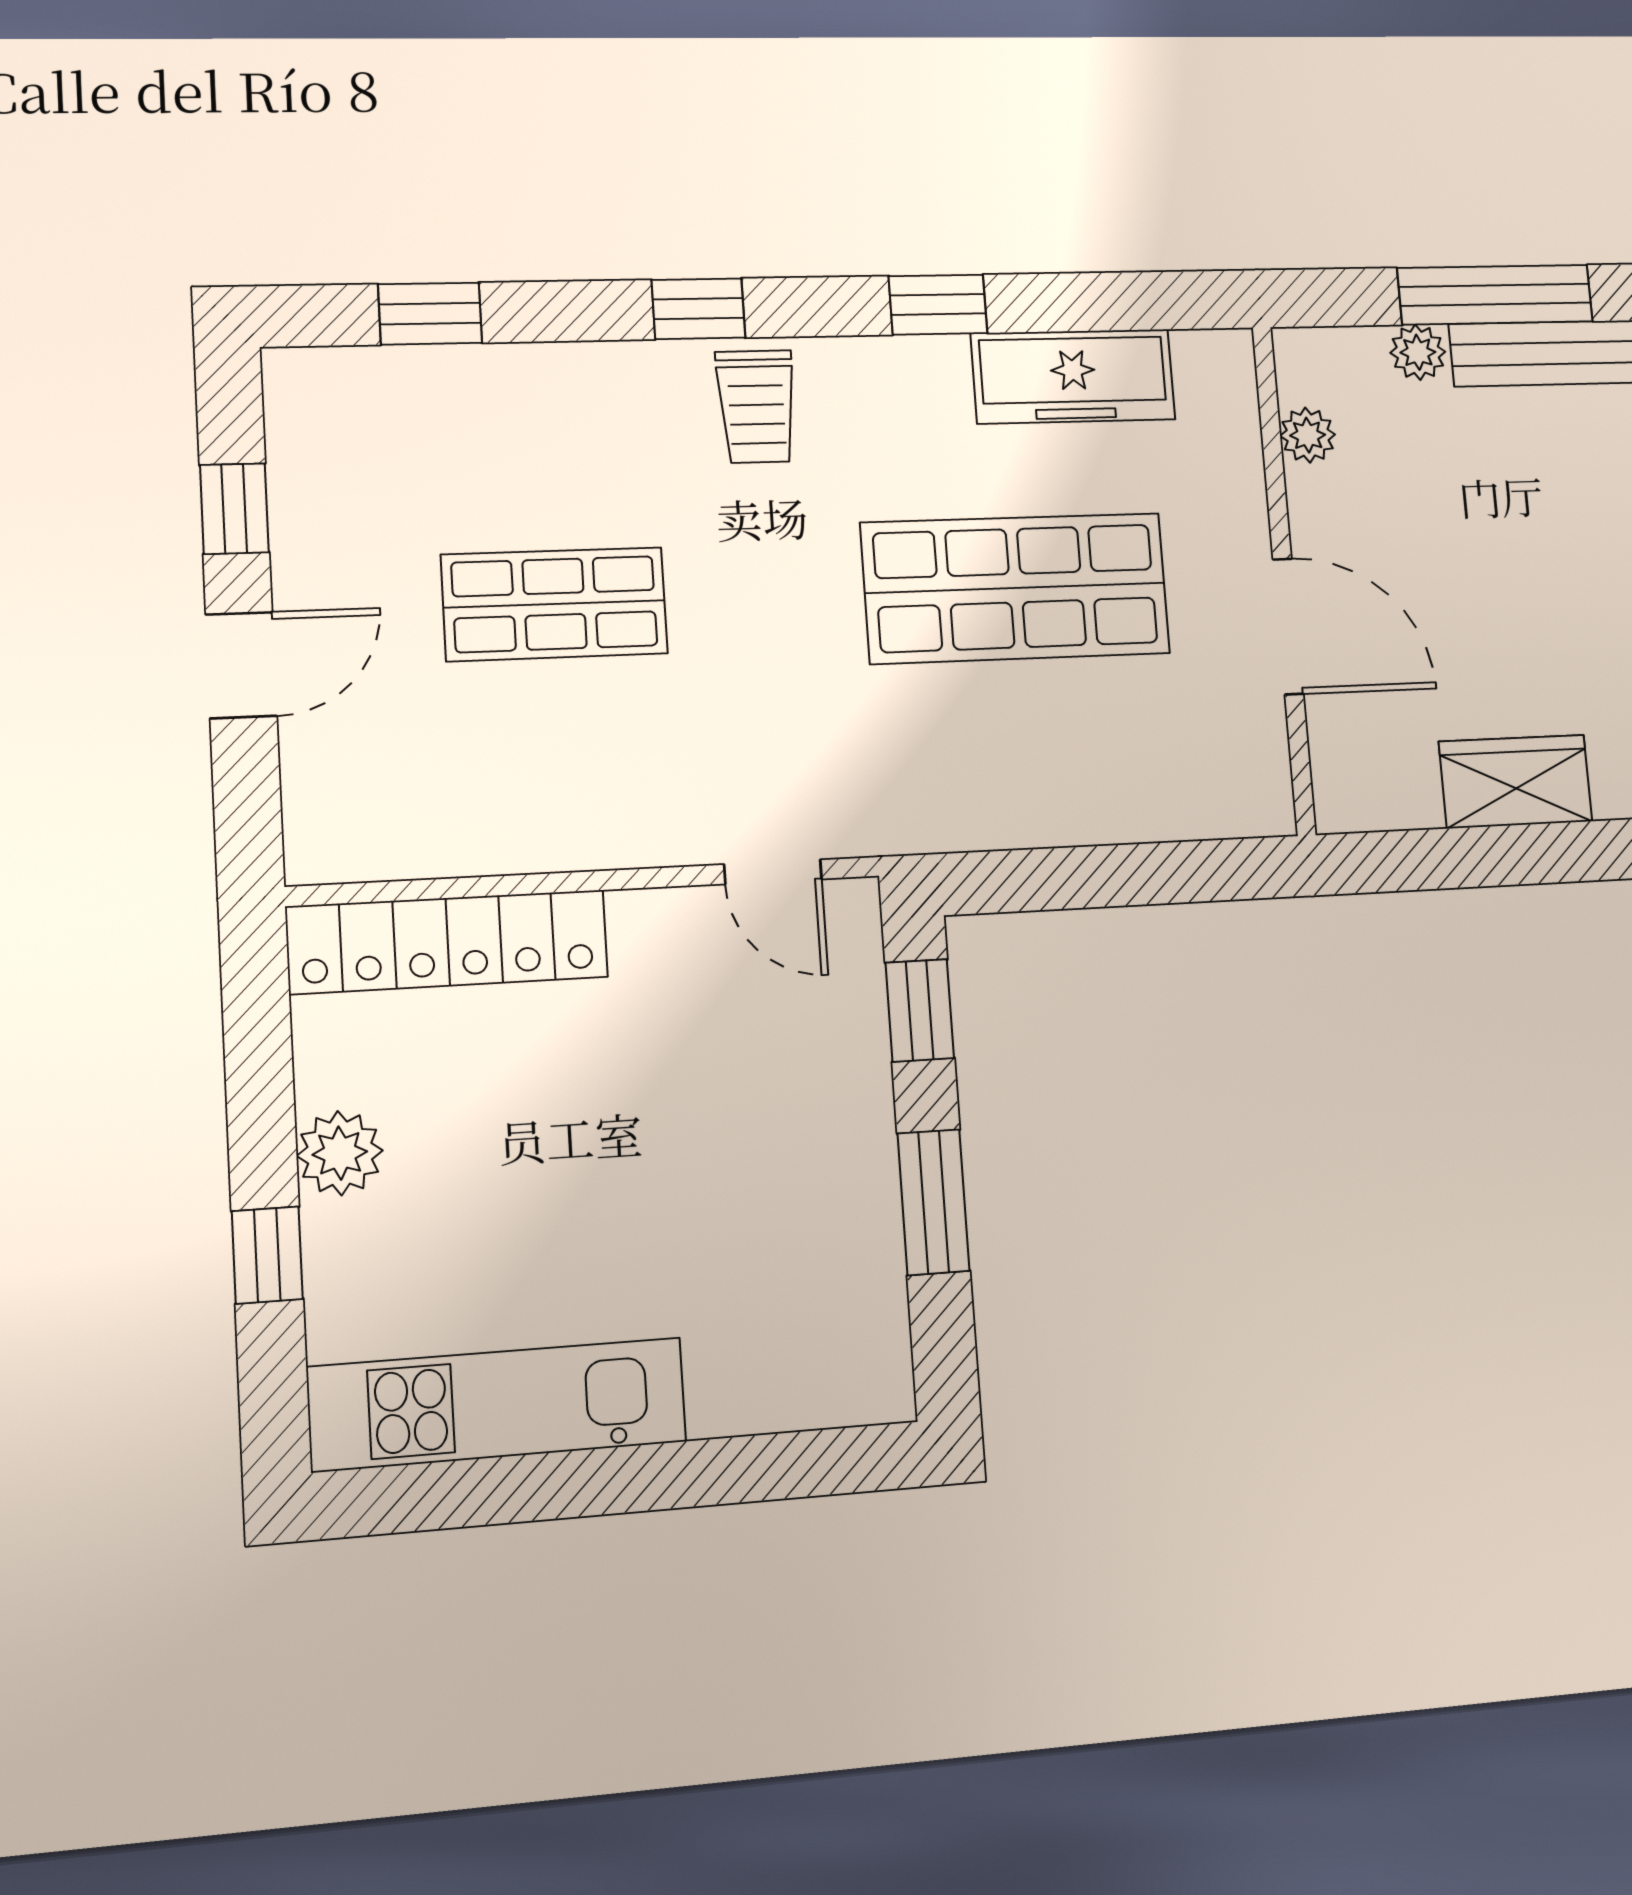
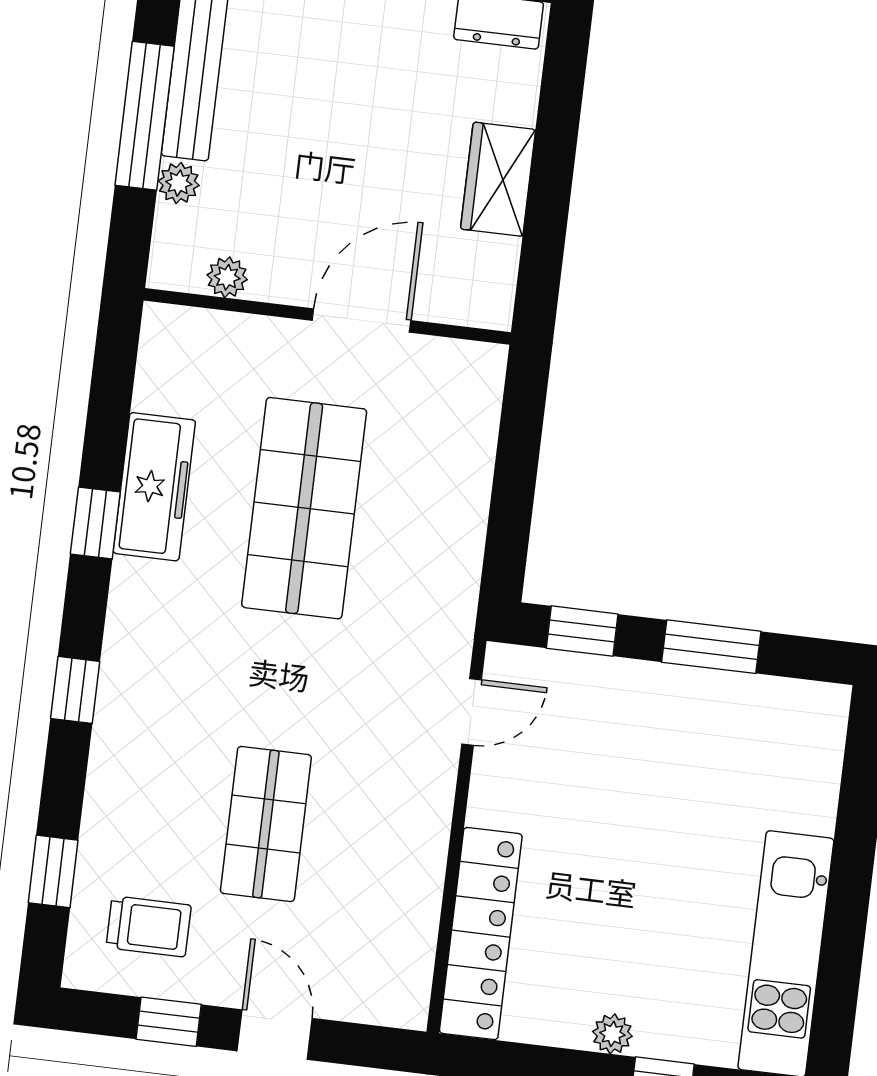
freezer: (1073, 376) -> (154, 487), moved
trolley: (757, 407) -> (149, 926), moved
plant: (340, 1153) -> (612, 1034), width x0.73, depth x0.73

